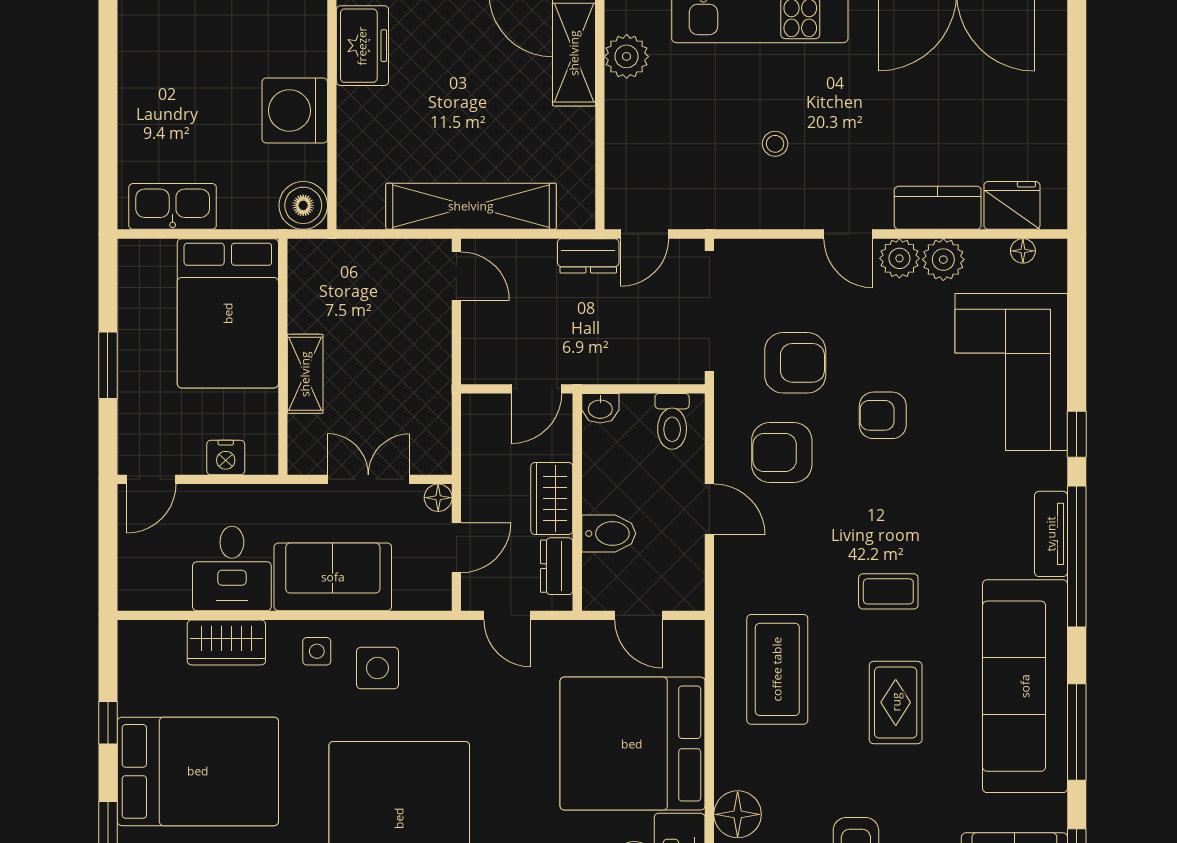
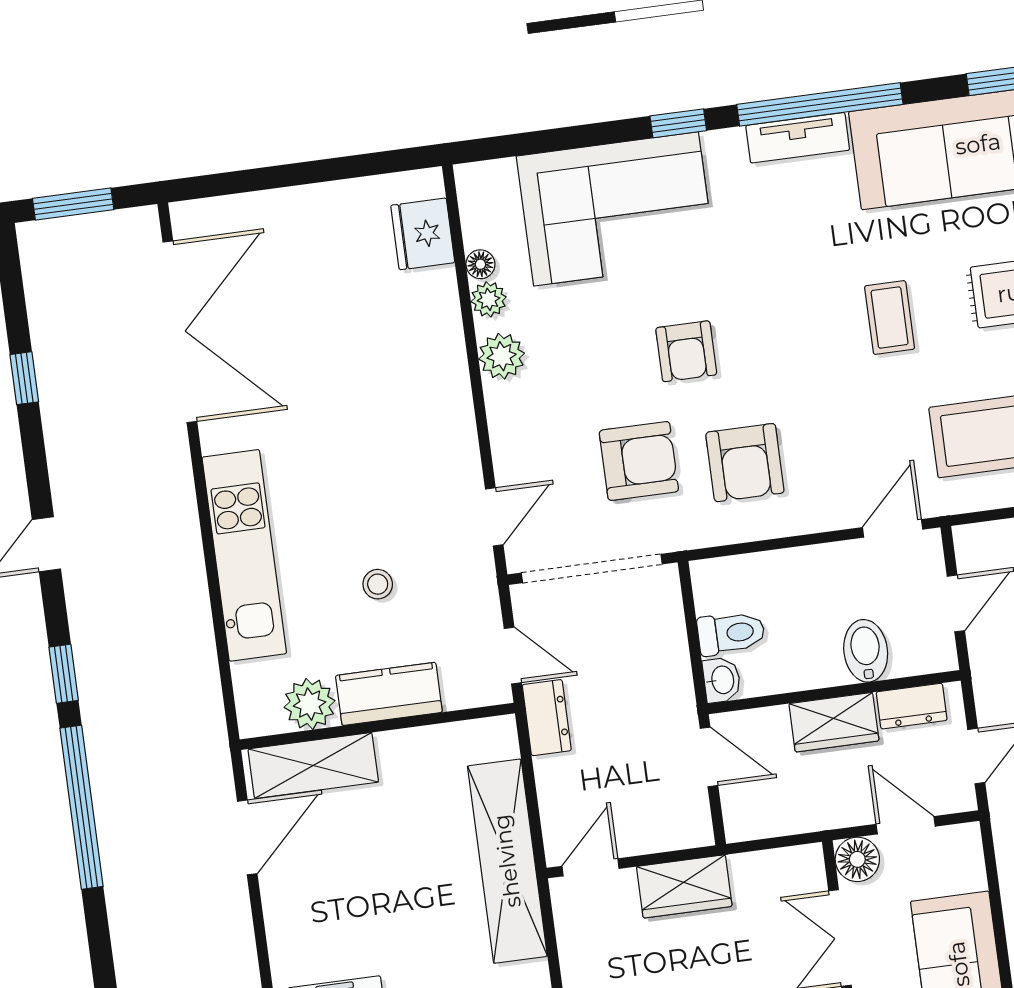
stool: (775, 144) -> (378, 584), moved
kitchen counter: (938, 208) -> (389, 694), moved, turned 90
door: (848, 234) -> (494, 517), moved
floor lamp: (1023, 251) -> (480, 264), moved
plant: (943, 260) -> (489, 299), width x0.73, depth x0.73
wardrobe: (430, 353) -> (684, 886), added
armchair: (795, 363) -> (639, 461), turned 90
toilet: (672, 421) -> (731, 633), moved
floor lamp: (438, 498) -> (857, 859), width x1.37, depth x1.37
door: (709, 509) -> (893, 528), moved

